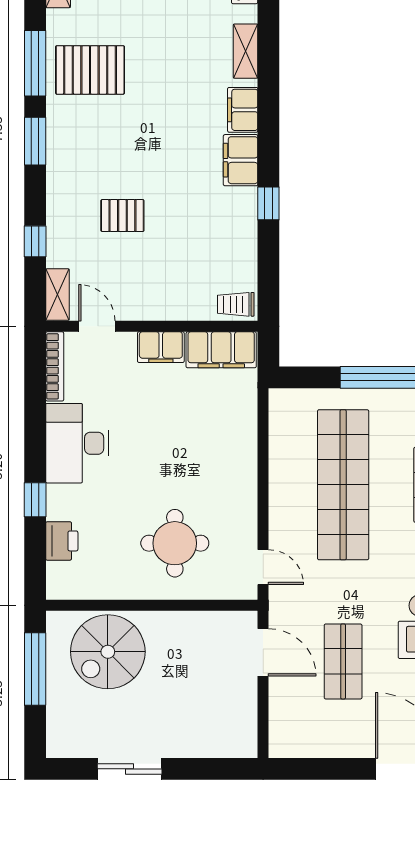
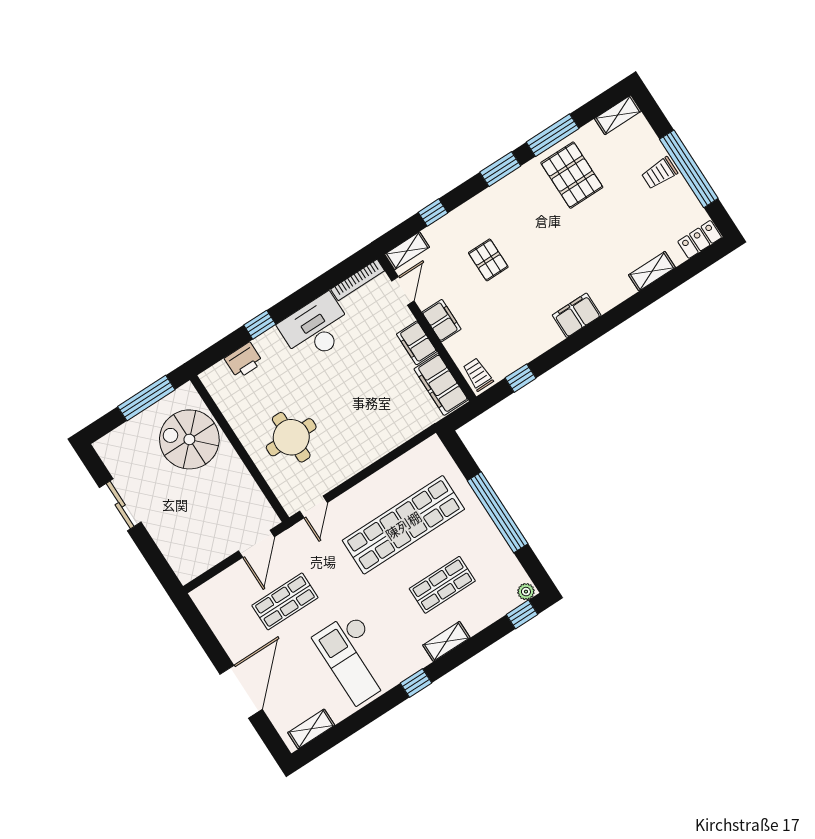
filing cabinet: (243, 110) -> (442, 321), moved, turned 90
window: (268, 203) -> (520, 378), moved

